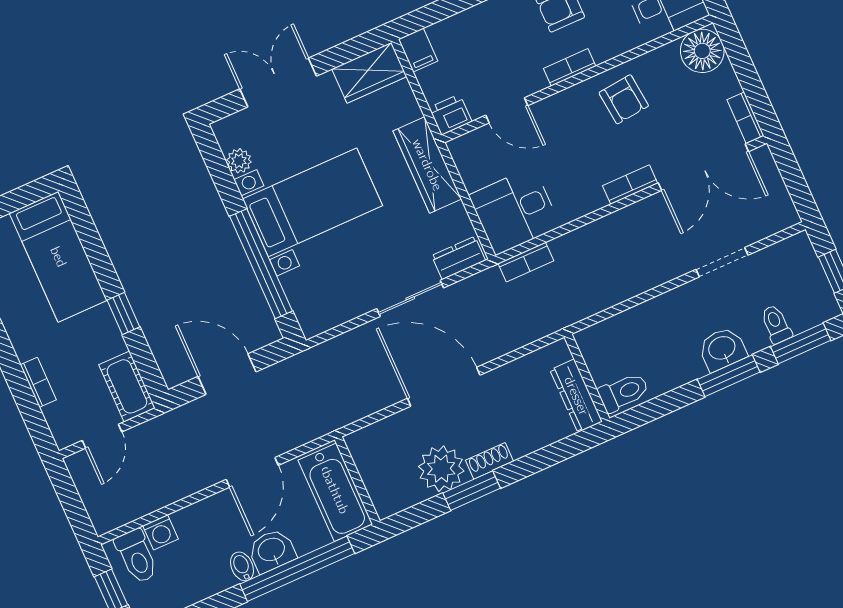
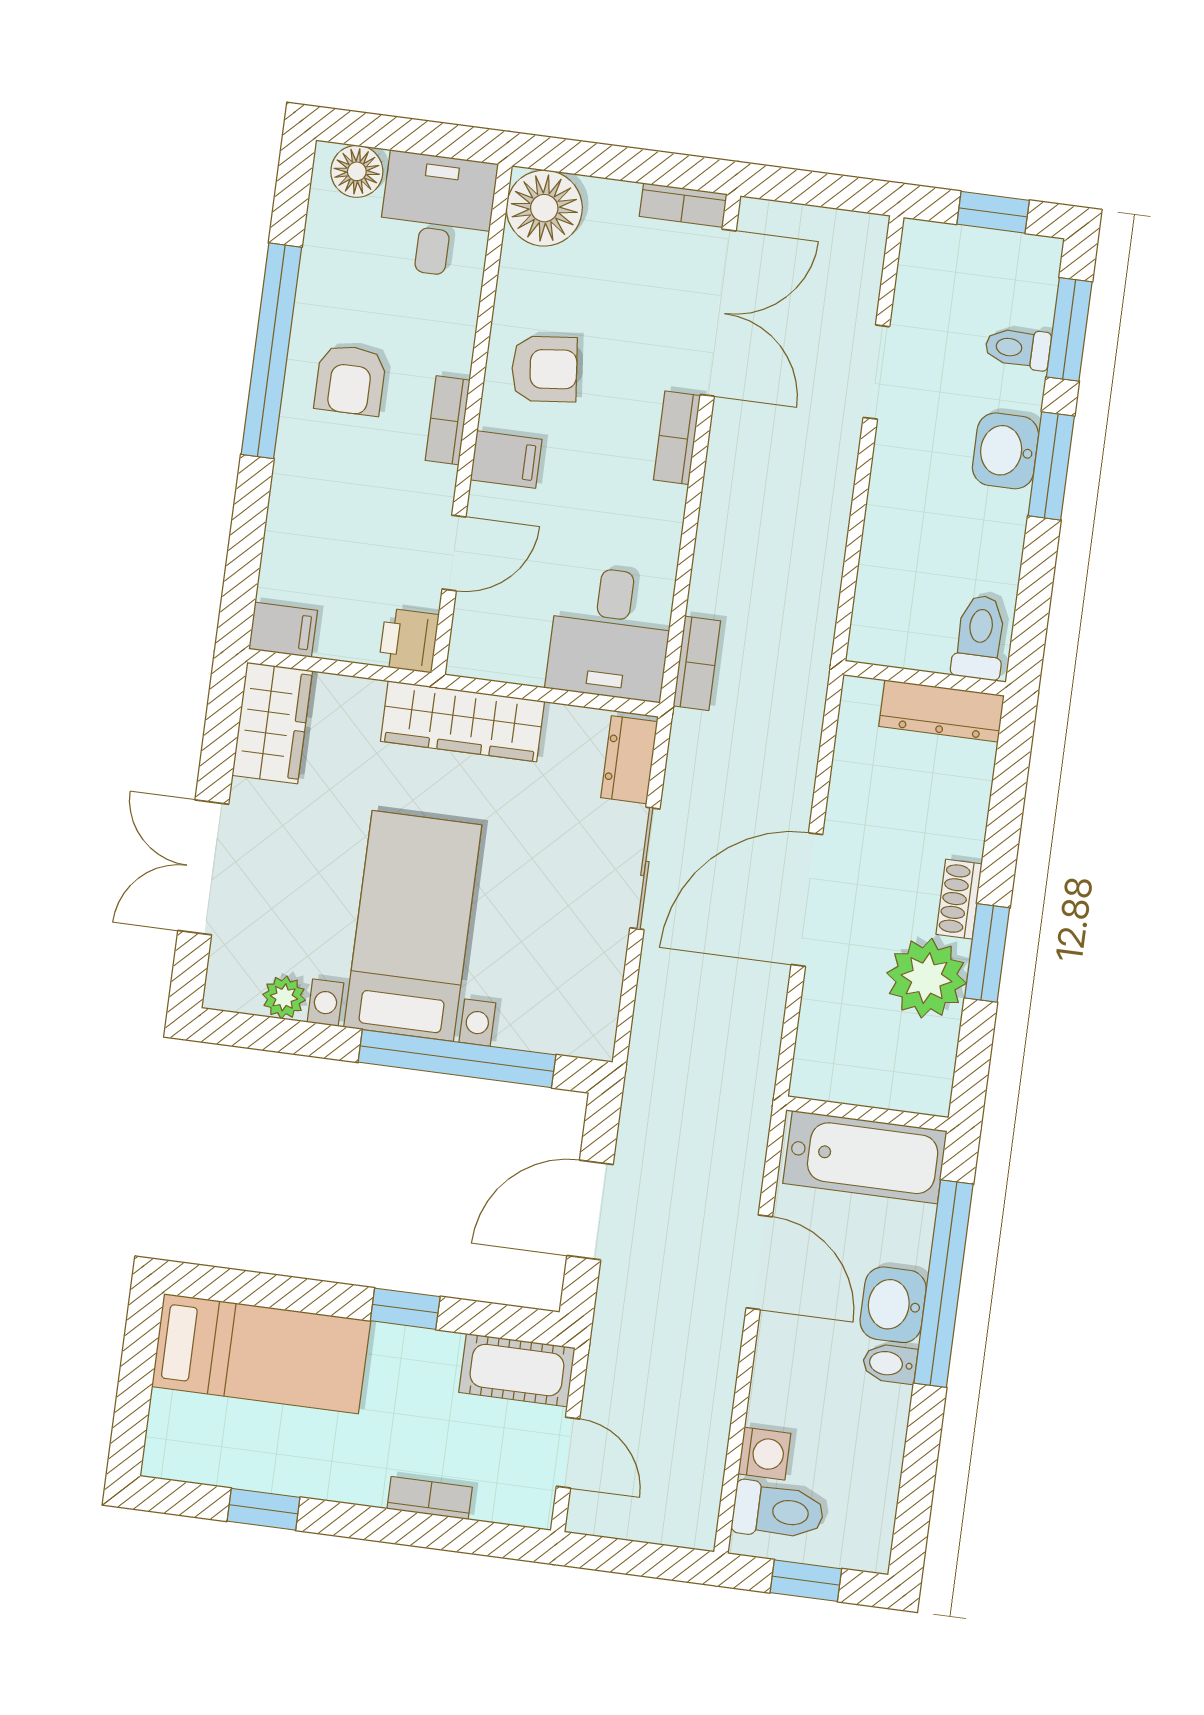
filing cabinet: (568, 108) -> (506, 460), added

